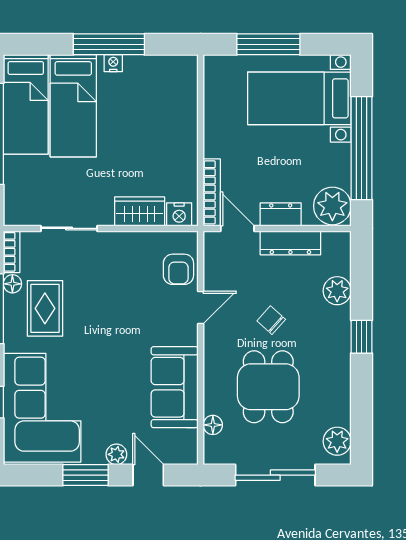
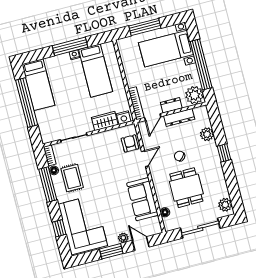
bed: (73, 106) -> (96, 71), moved
door: (237, 228) -> (153, 117), swing flipped
armchair: (178, 269) -> (130, 143), turned 180

